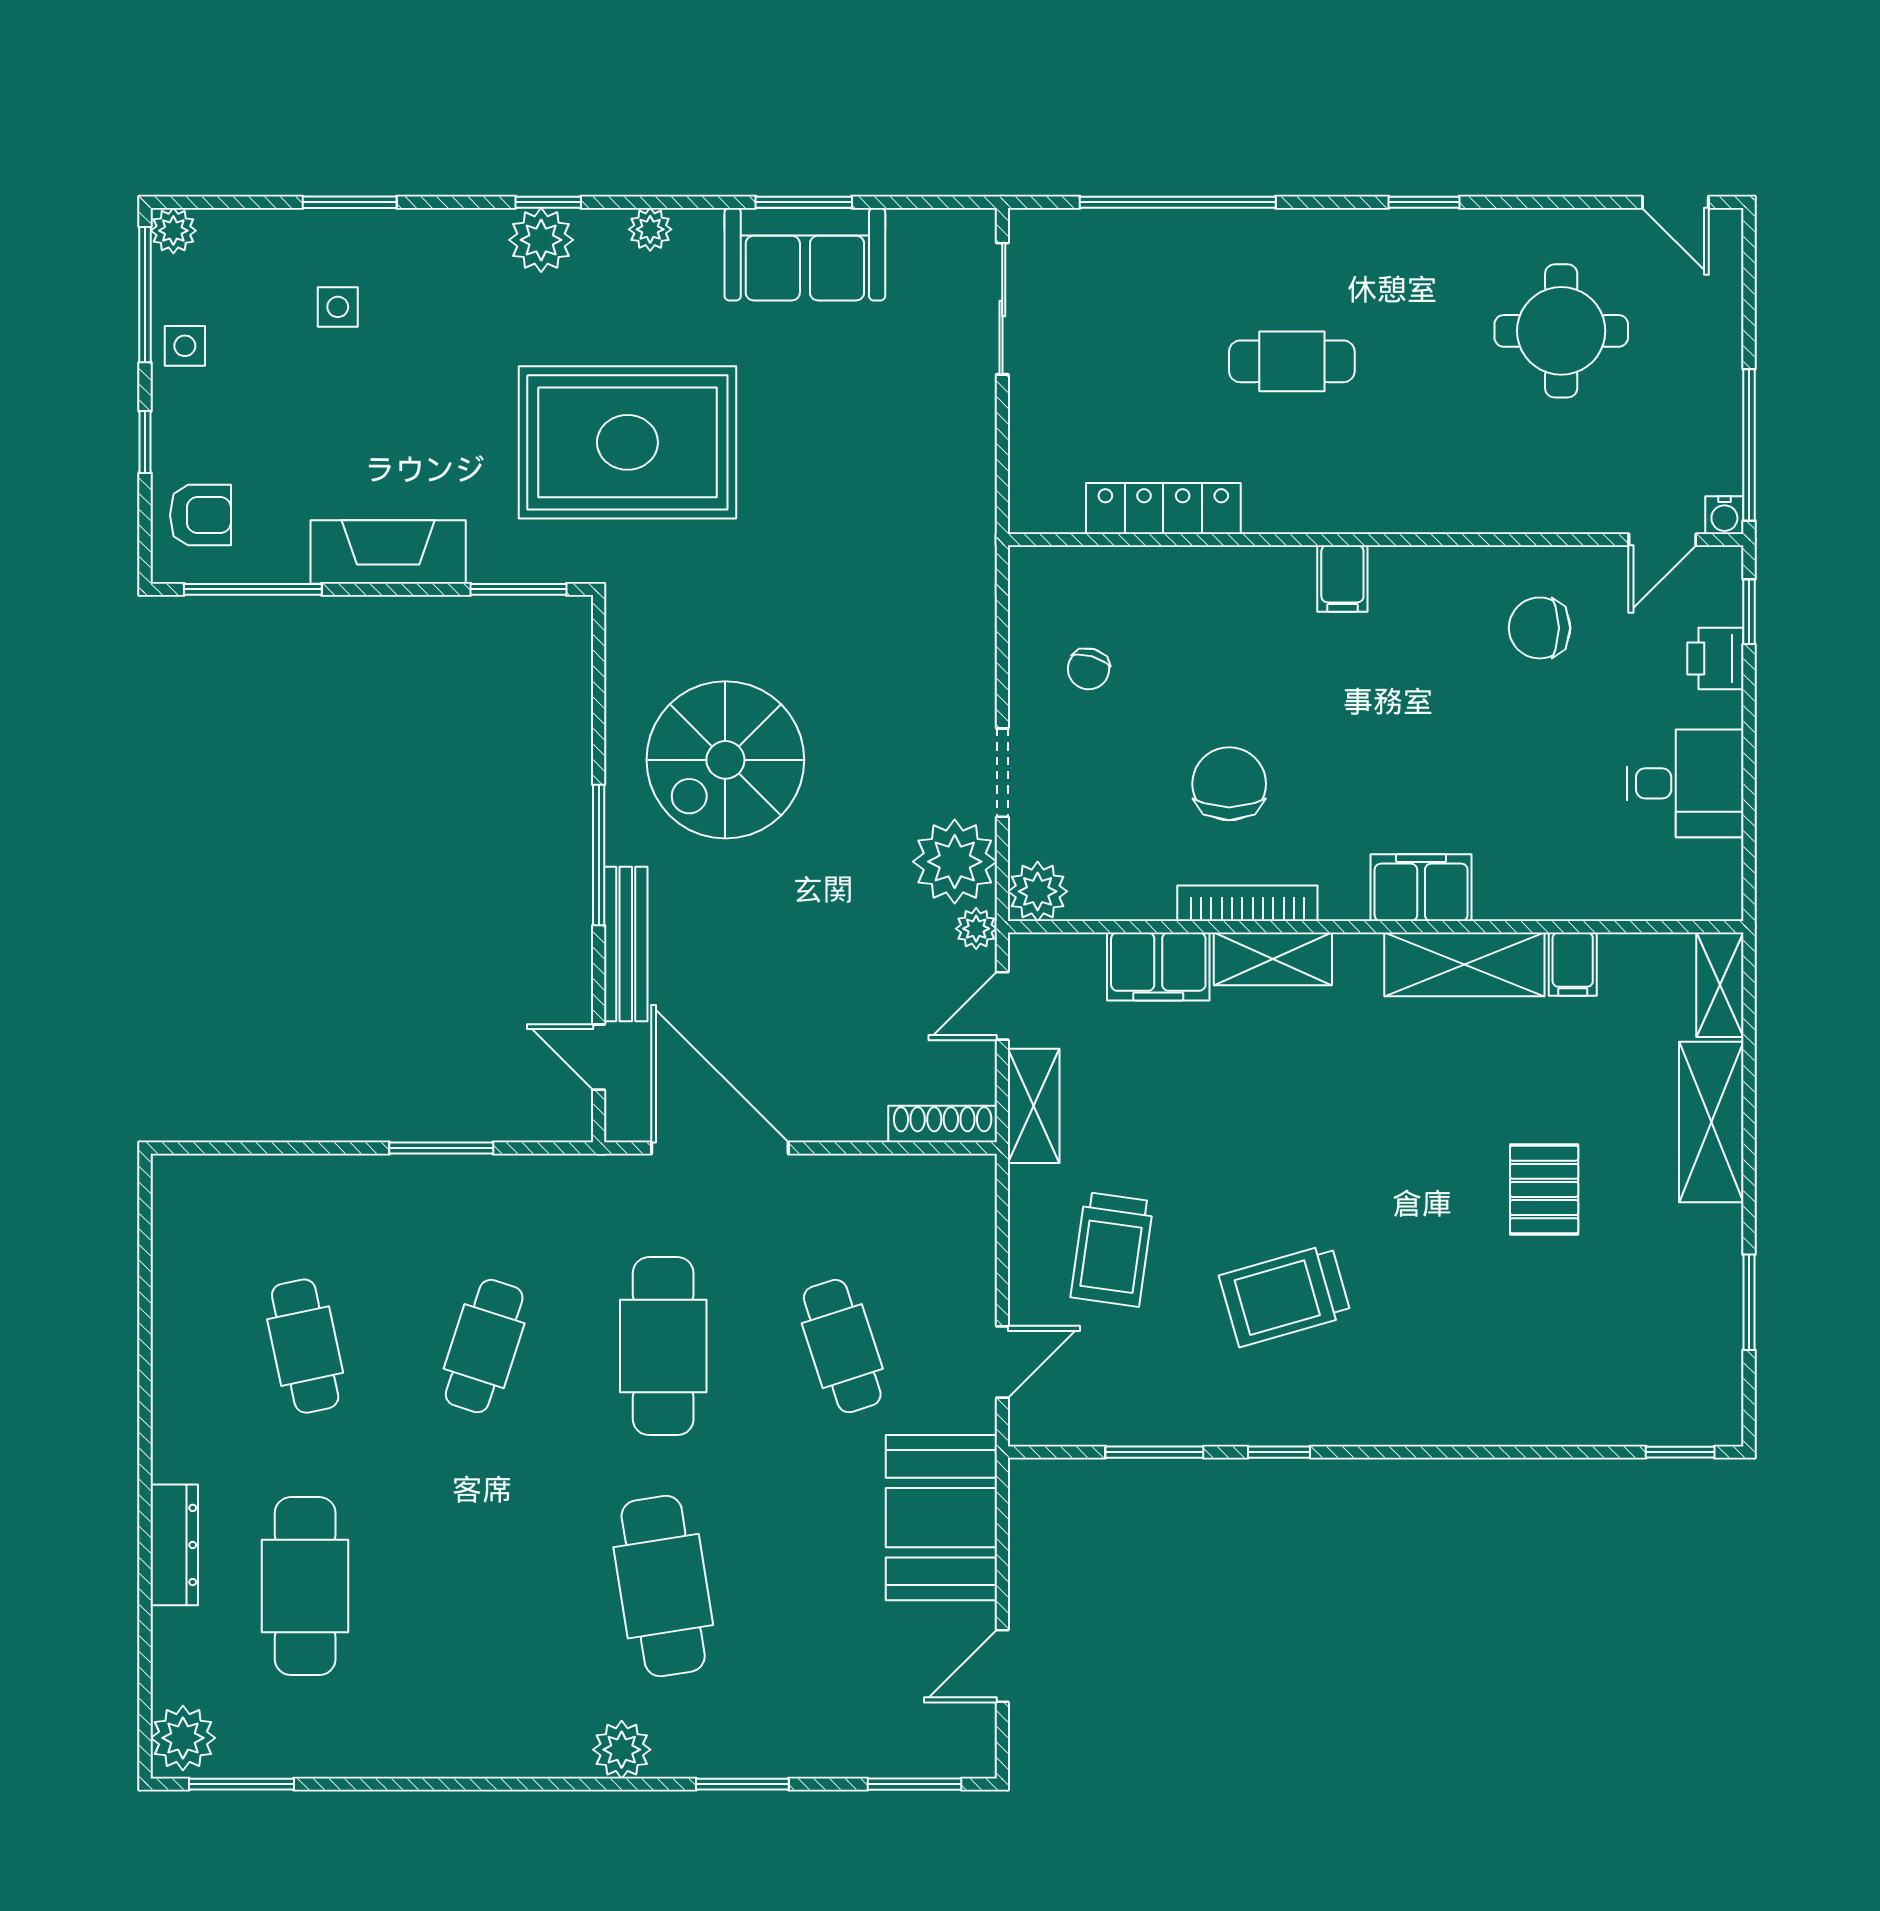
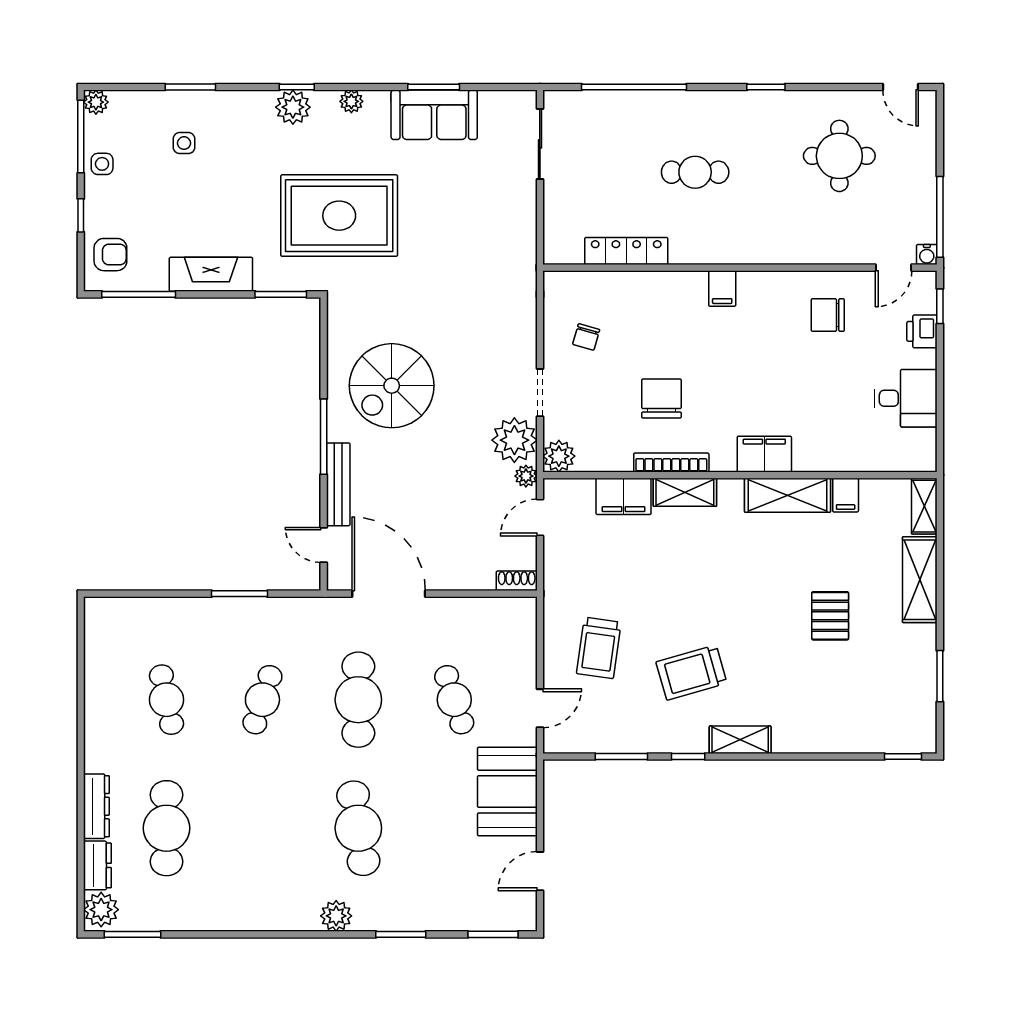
shelving: (1034, 1106) -> (740, 740), moved, turned 90
shoe rack: (943, 1124) -> (517, 581), width x0.70
dresser: (176, 1656) -> (97, 865), added

